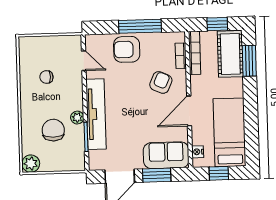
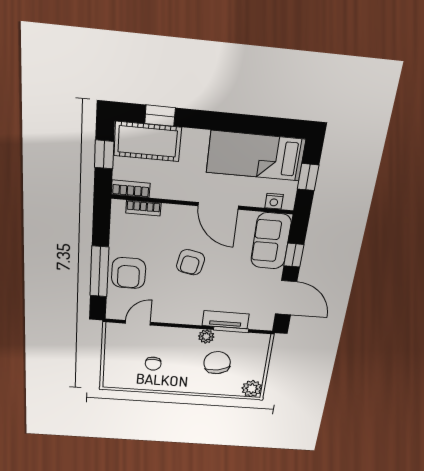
window: (140, 26) -> (99, 272), moved
bookcase: (195, 53) -> (131, 189), width x0.64
window: (249, 61) -> (160, 116), width x0.67
armchair: (161, 82) -> (191, 262), moved, turned -103
tv unit: (96, 114) -> (226, 320), width x0.52, depth x0.78
chair: (53, 130) -> (217, 363), turned 79
window: (157, 175) -> (294, 255), width x0.67

